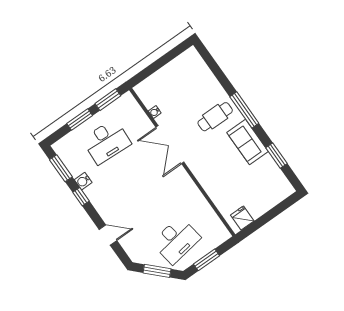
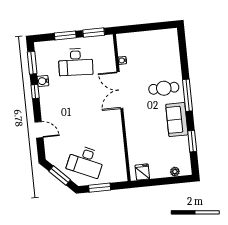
plant: (276, 198) -> (175, 172), added
desk: (176, 240) -> (86, 161), turned 33

